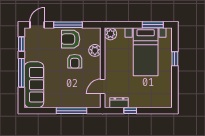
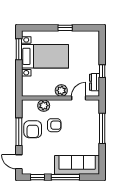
plant: (110, 34) -> (61, 90), moved
window: (175, 59) -> (65, 28), moved
door: (103, 86) -> (79, 98), swing flipped

